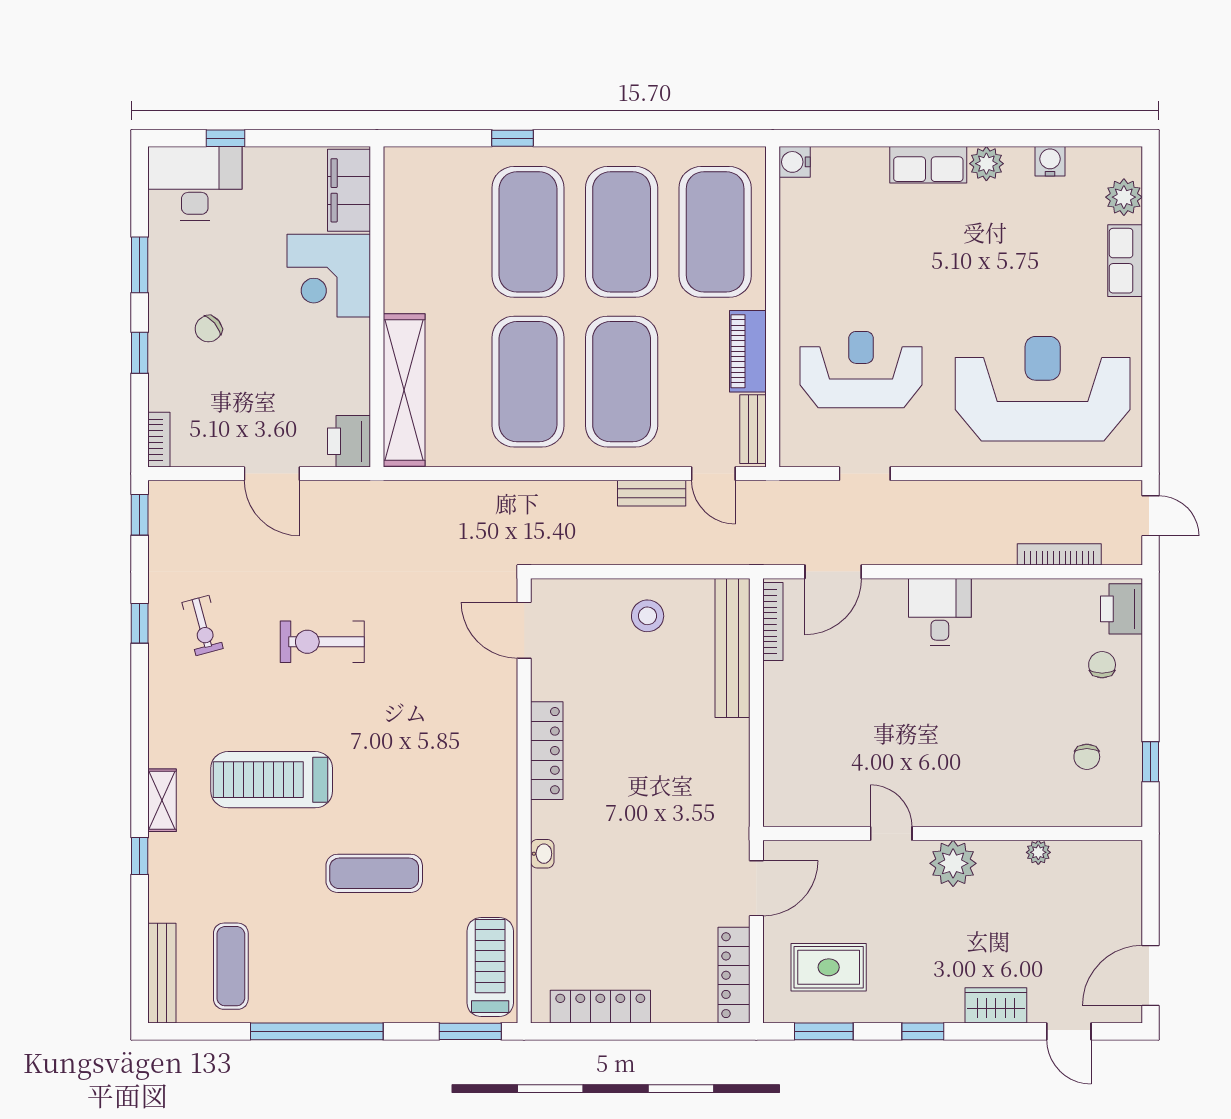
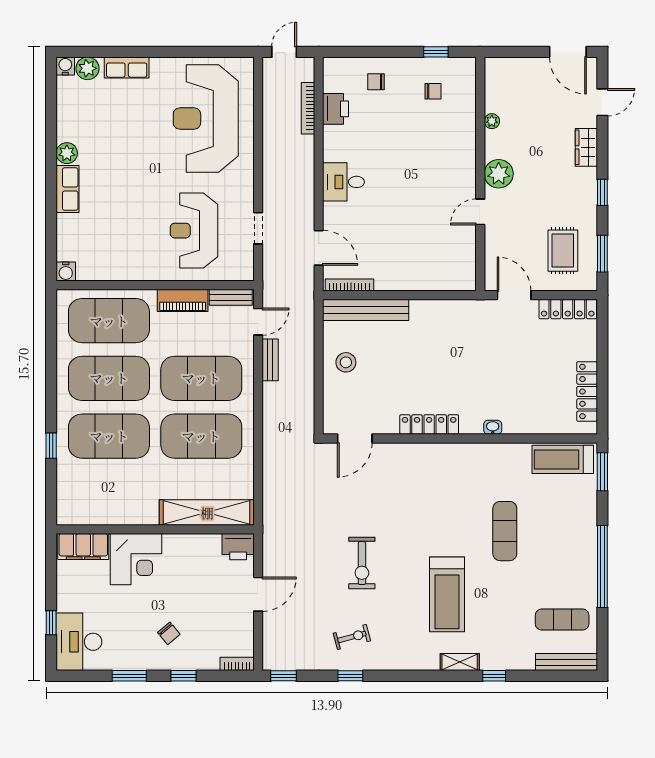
water cooler: (1050, 161) -> (65, 66), moved, turned 90
printer: (1122, 609) -> (336, 109), moved, turned -90

